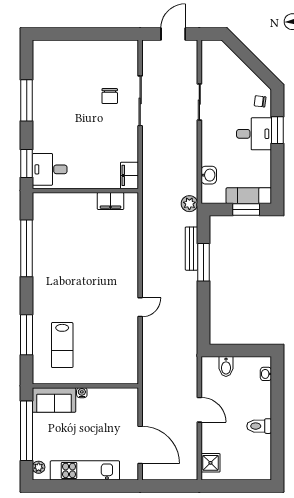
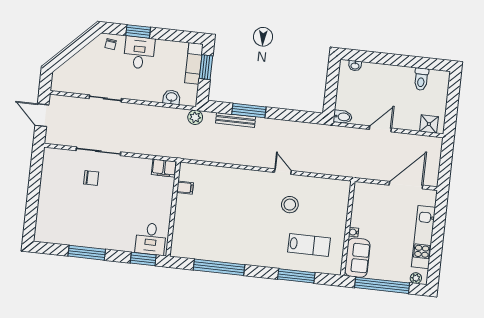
filing cabinet: (110, 201) -> (185, 188), width x0.50
stool: (104, 319) -> (290, 205), added
bidet: (226, 367) -> (343, 117), moved
toilet: (259, 426) -> (421, 79), moved

